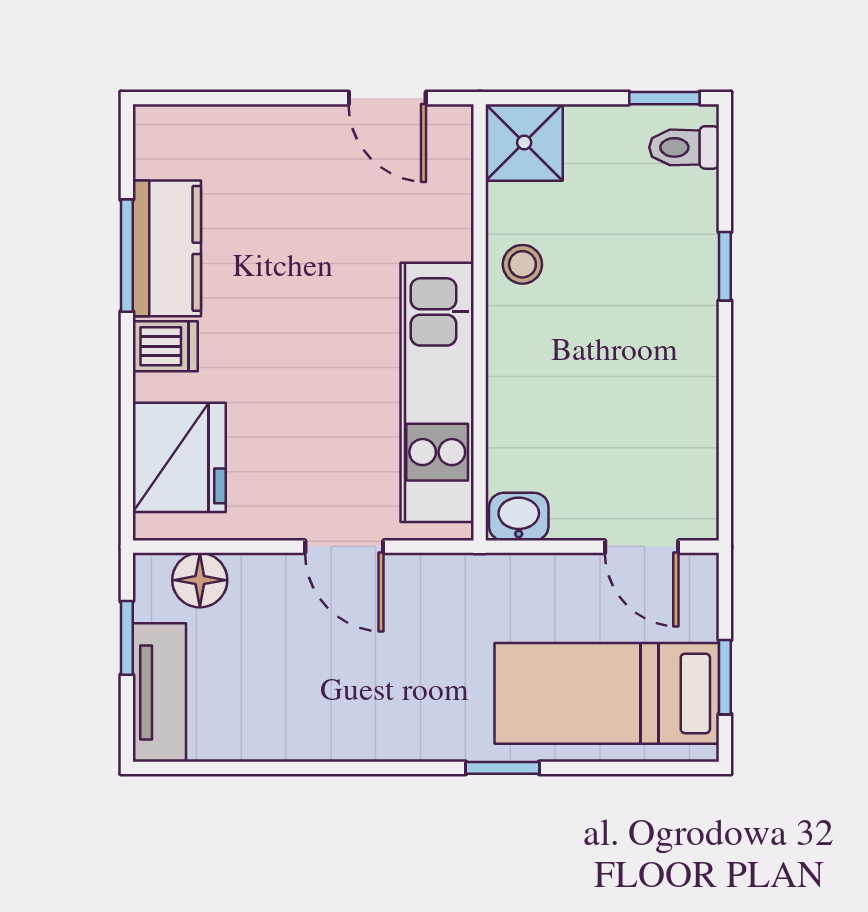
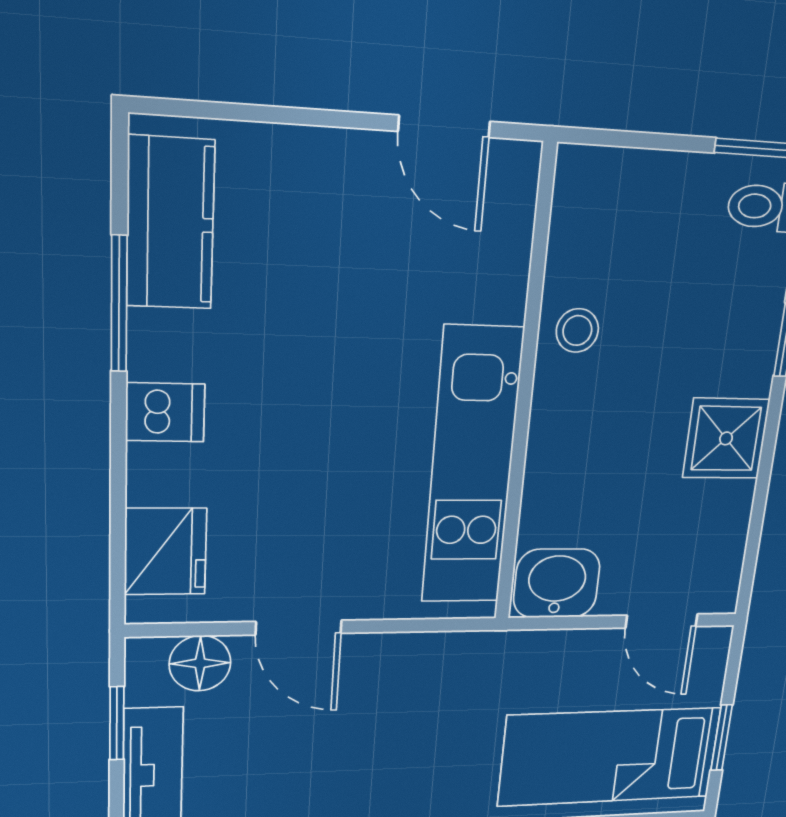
shower: (524, 143) -> (726, 438), moved
kitchen counter: (167, 248) -> (170, 224), moved
fridge: (179, 457) -> (166, 551), width x0.73, depth x0.75
washbasin: (519, 517) -> (557, 583), width x1.38, depth x1.45
door: (344, 547) -> (299, 628), moved

